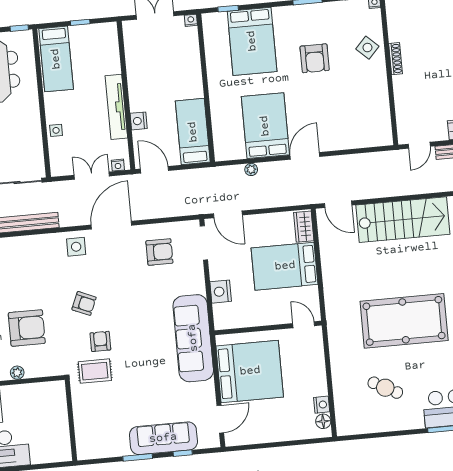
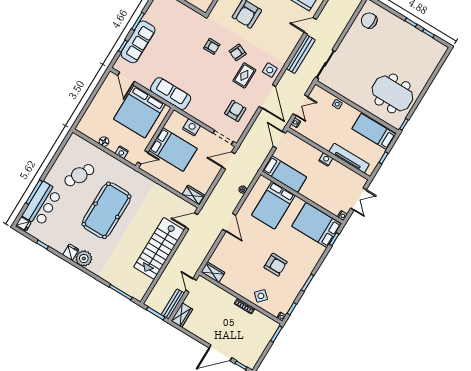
bed: (252, 41) -> (317, 225), moved
armchair: (315, 58) -> (276, 265), turned 180
tv unit: (116, 107) -> (349, 158), moved
nightstand: (139, 121) -> (326, 159), moved
bed: (265, 126) -> (273, 205), moved, turned 90
wardrobe: (383, 130) -> (213, 272), added
door: (154, 170) -> (279, 140), swing flipped
armchair: (159, 252) -> (235, 111), turned 180
bed: (285, 266) -> (173, 149), moved, turned 90
sofa: (193, 338) -> (171, 94), width x0.74, depth x0.79
rug: (95, 371) -> (244, 75), moved
cafe table: (385, 388) -> (79, 175), width x1.37, depth x1.35
nightstand: (322, 405) -> (122, 152), moved
floor lamp: (323, 421) -> (104, 142), moved

